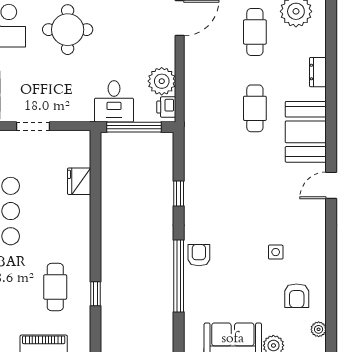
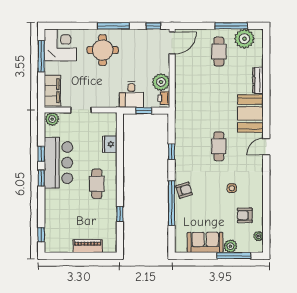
dresser: (318, 72) -> (258, 80), width x1.44
cafe table: (255, 108) -> (219, 146), moved
window: (134, 127) -> (144, 111), width x0.46
armchair: (199, 255) -> (184, 190), turned 73
cafe table: (55, 287) -> (97, 184), moved
armchair: (297, 296) -> (245, 215), turned 90

